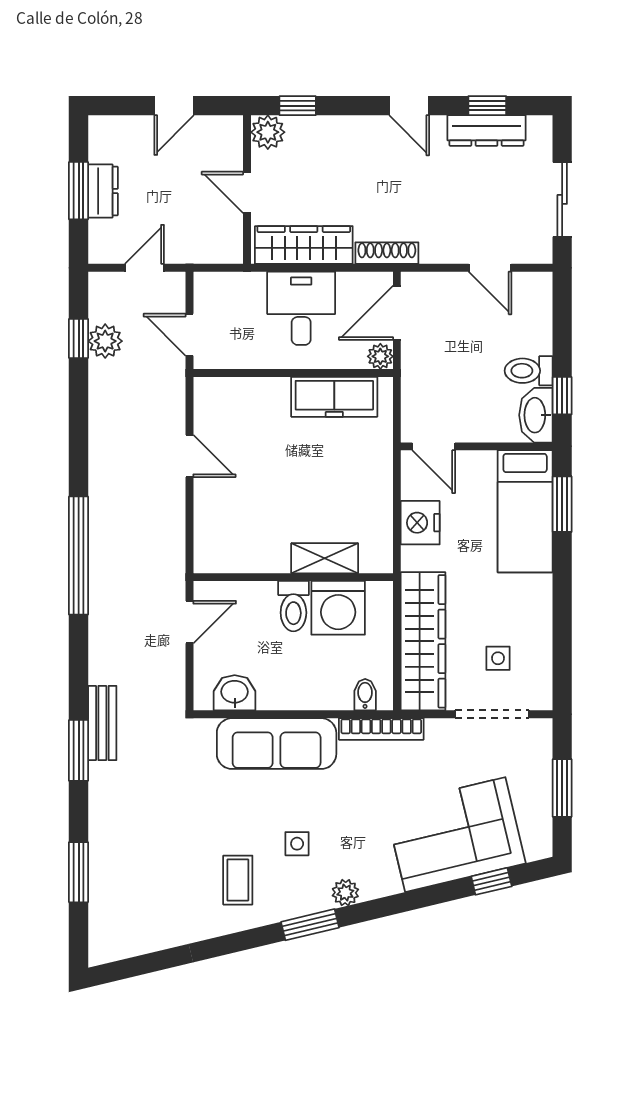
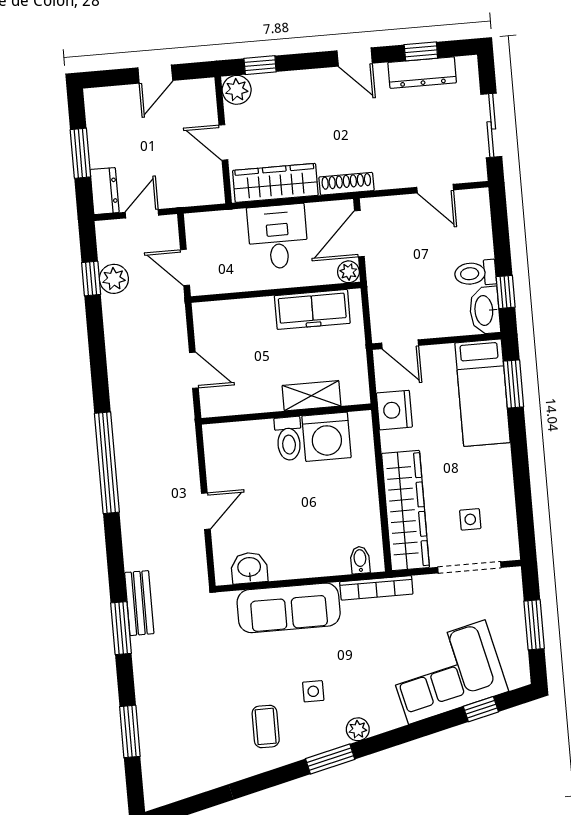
dresser: (103, 191) -> (105, 191), moved
shelving: (325, 558) -> (312, 396), moved
wall: (293, 577) -> (286, 414), moved
toilet: (293, 606) -> (289, 439), moved
washing machine: (338, 608) -> (327, 437), moved

